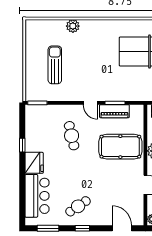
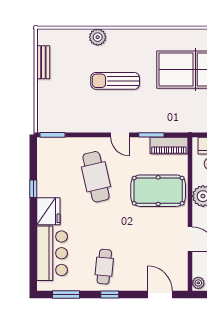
bench: (30, 46) -> (43, 62), added
sun lounger: (55, 65) -> (115, 81), moved, turned -90
piano: (114, 111) -> (169, 146), moved
cafe table: (72, 136) -> (96, 177), width x1.37, depth x1.35
cafe table: (78, 206) -> (104, 267), turned -51

